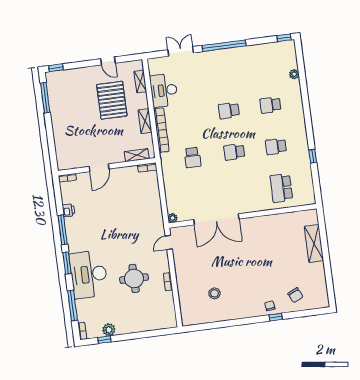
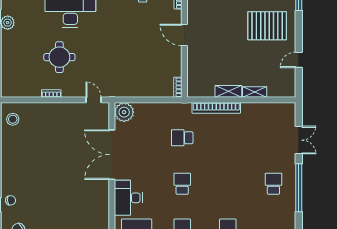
shelving: (140, 82) -> (255, 92), moved
desk: (164, 90) -> (128, 198), moved, turned -90
pallet: (112, 100) -> (267, 26), moved
school desk: (229, 111) -> (273, 184), moved
shelving: (137, 155) -> (193, 78), removed
plant: (173, 218) -> (124, 112), width x1.87, depth x1.87
stool: (214, 293) -> (13, 119), moved

